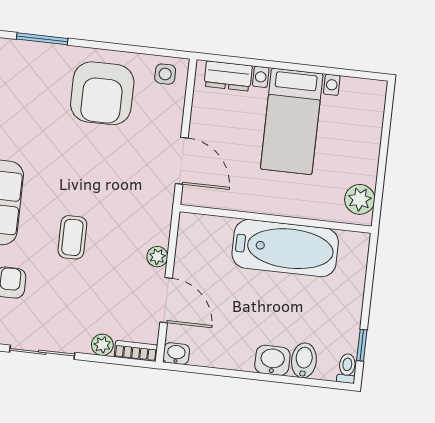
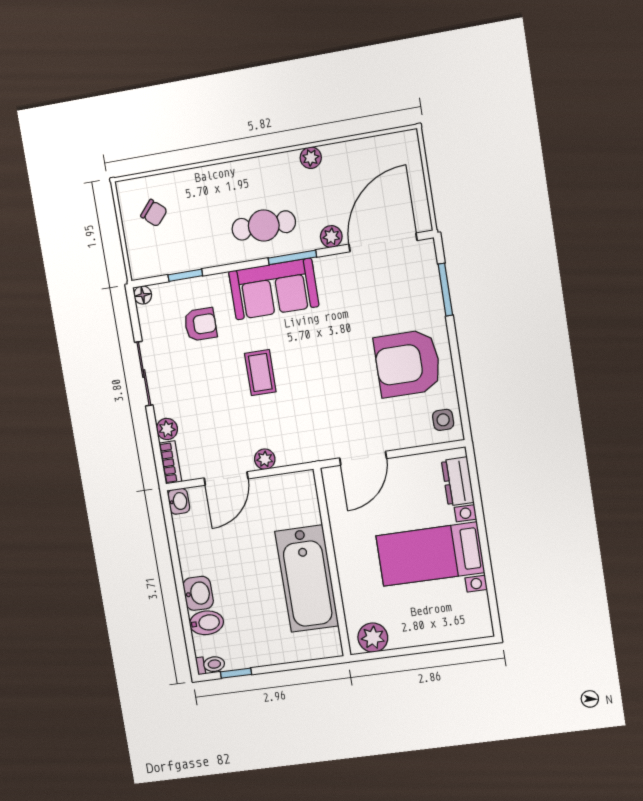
coffee table: (72, 237) -> (260, 373), turned 90

